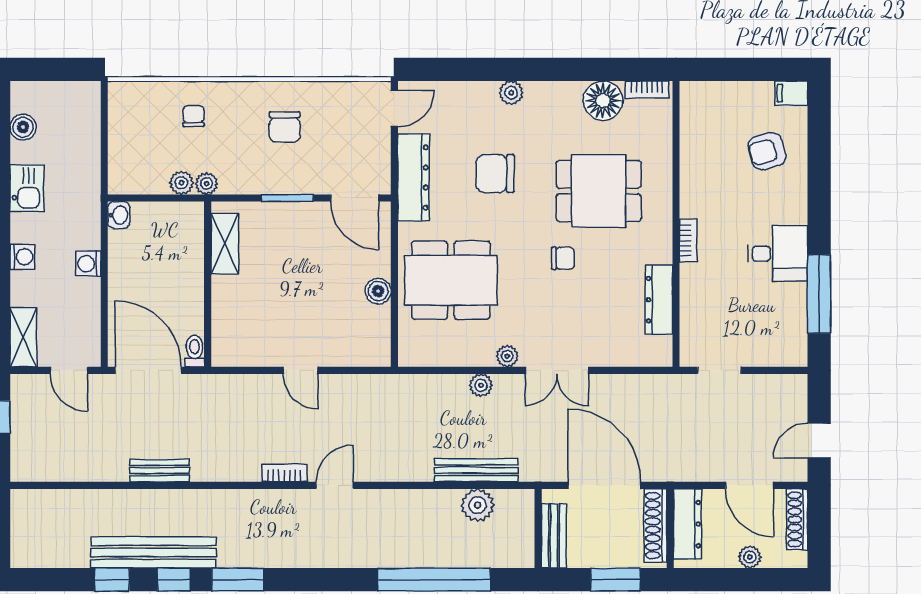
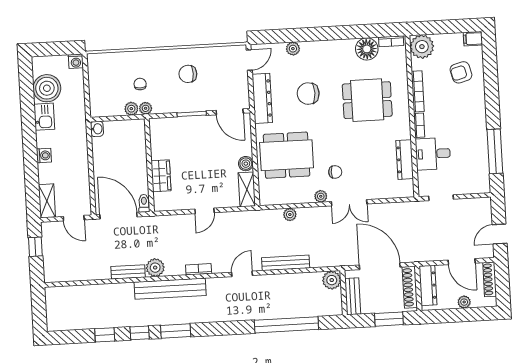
plant: (511, 93) -> (293, 49), moved
plant: (701, 102) -> (422, 47), added
chair: (194, 116) -> (140, 84), moved
boiler: (23, 127) -> (47, 88), width x1.86, depth x1.86
chair: (285, 127) -> (188, 74), turned 90
bookcase: (689, 180) -> (418, 91), added
shelving: (225, 244) -> (247, 189), moved
desk: (778, 254) -> (433, 154), moved, turned 180
chair: (563, 258) -> (335, 172), moved
washing machine: (88, 264) -> (76, 61), moved, turned -90
wardrobe: (227, 304) -> (161, 176), added
door: (301, 370) -> (205, 211), hinge flipped
plant: (481, 385) -> (290, 215), moved
plant: (208, 466) -> (155, 268), added
bench: (476, 470) -> (286, 263), moved
door: (335, 485) -> (242, 274), moved
plant: (478, 505) -> (332, 280), moved
bench: (154, 552) -> (170, 289), moved

